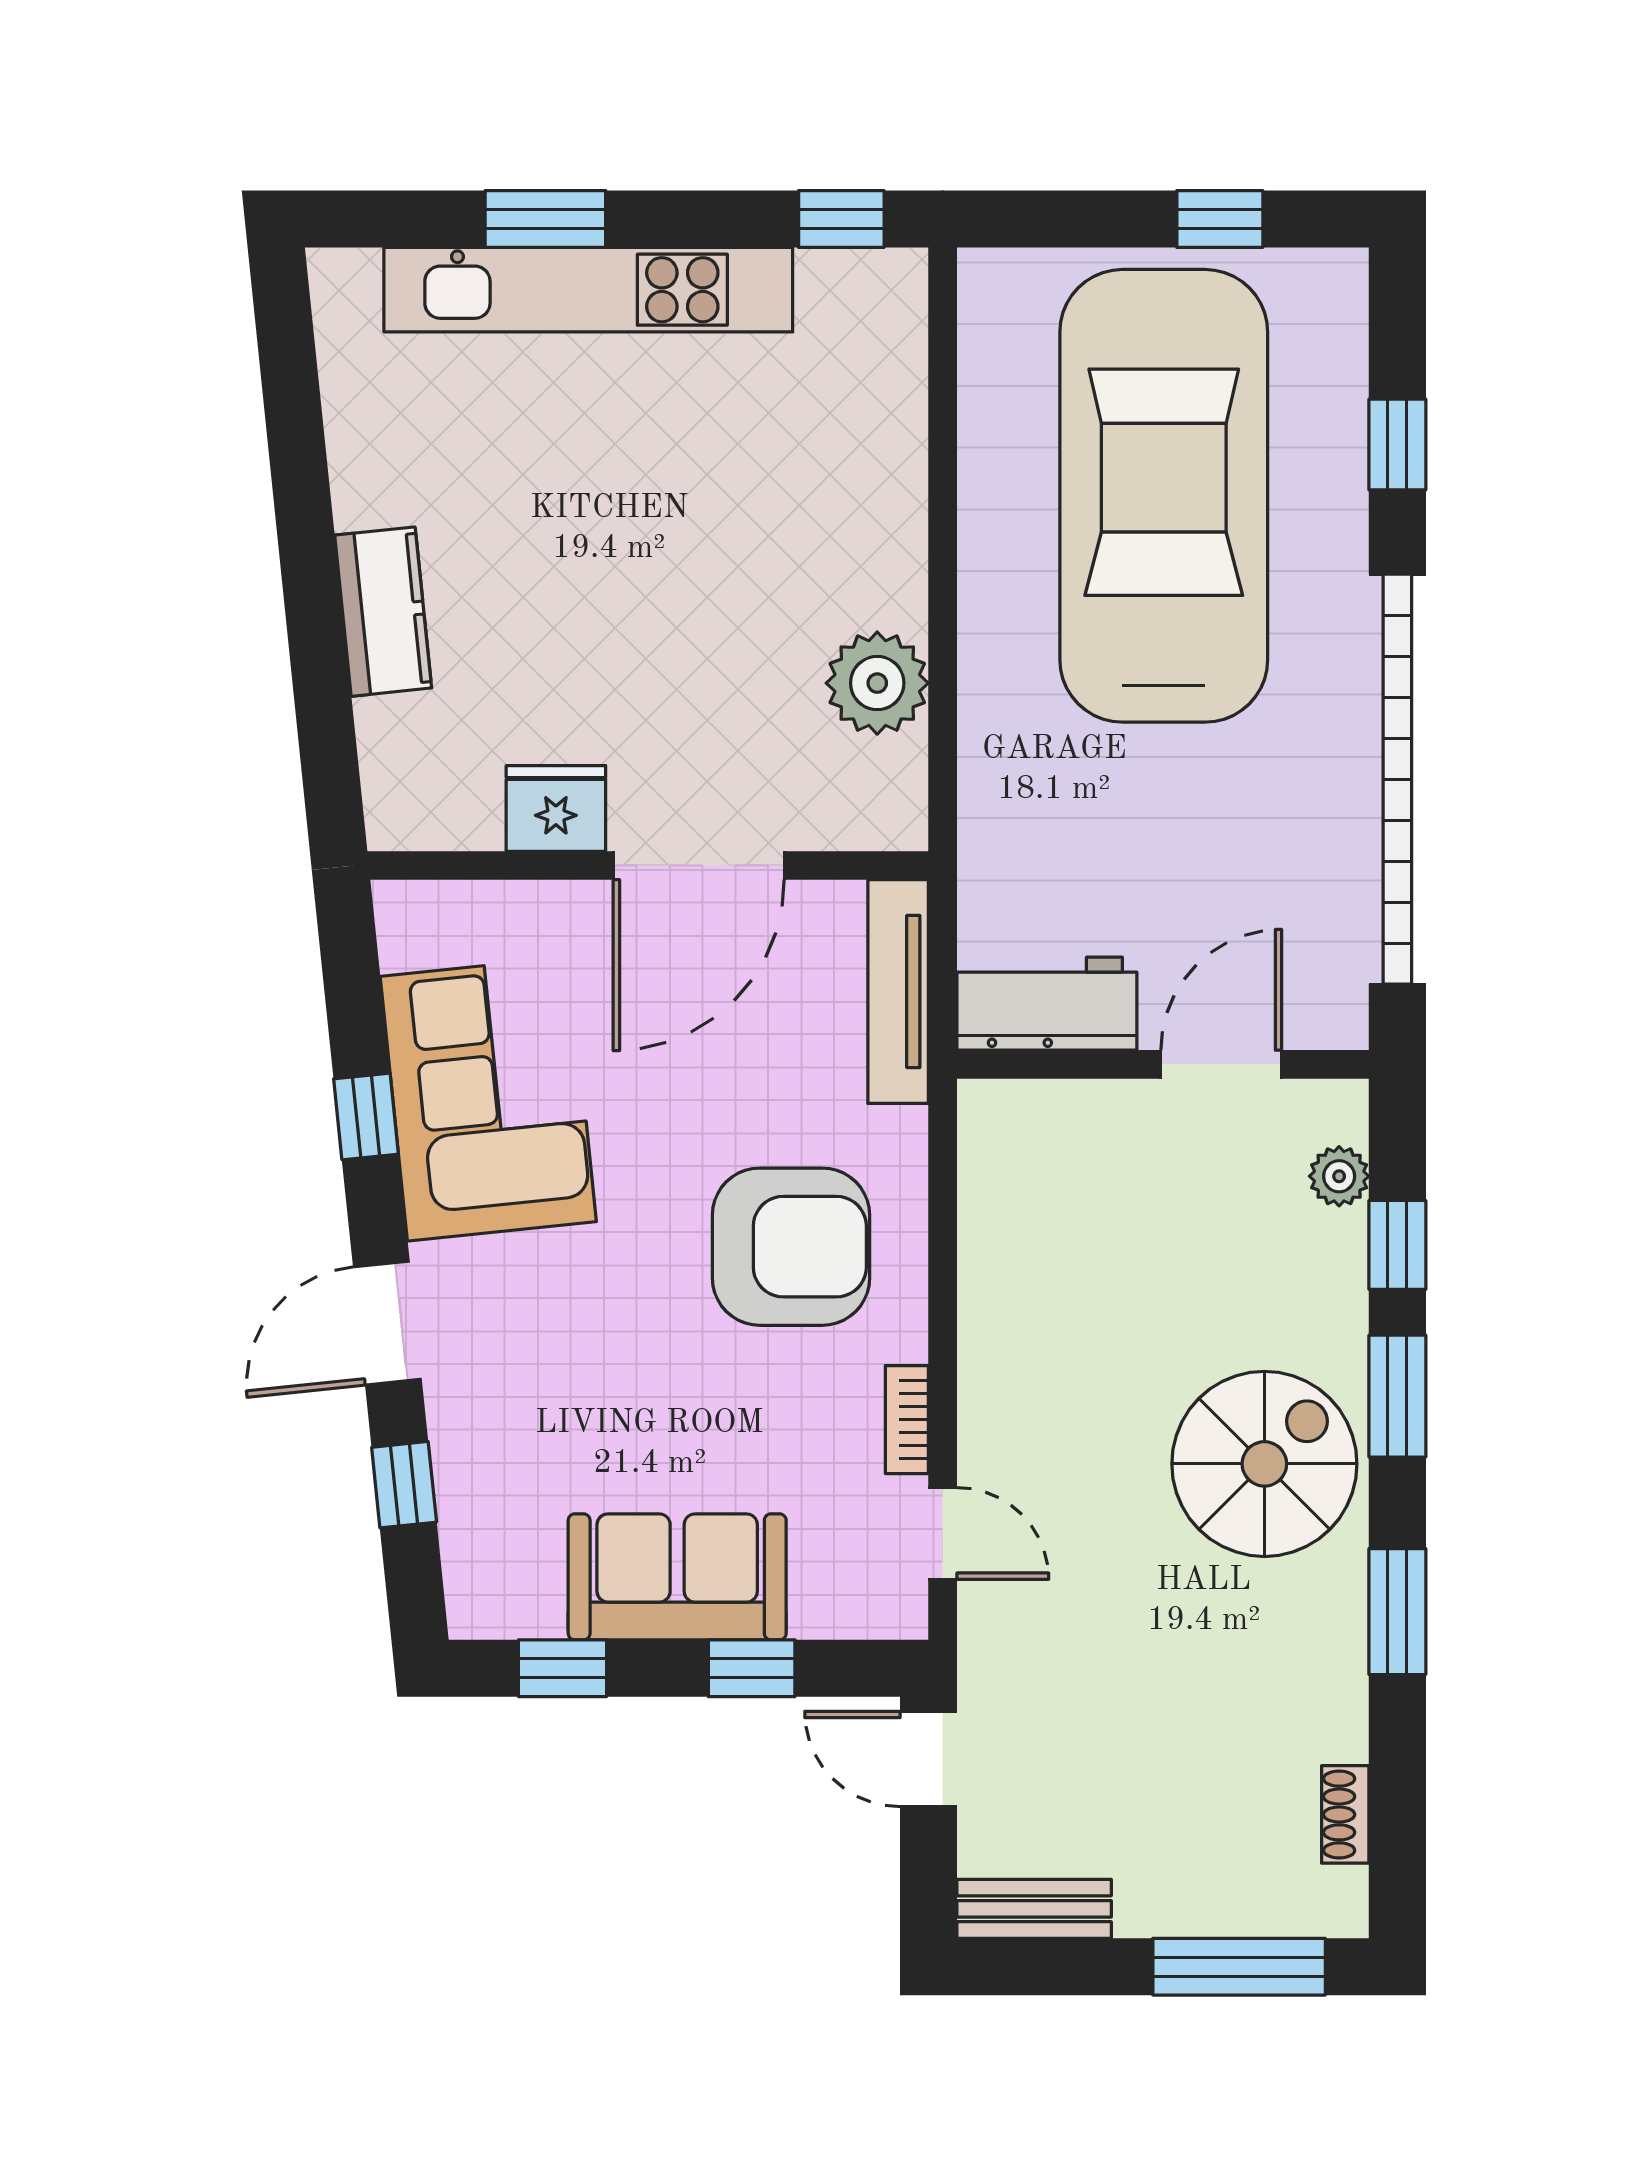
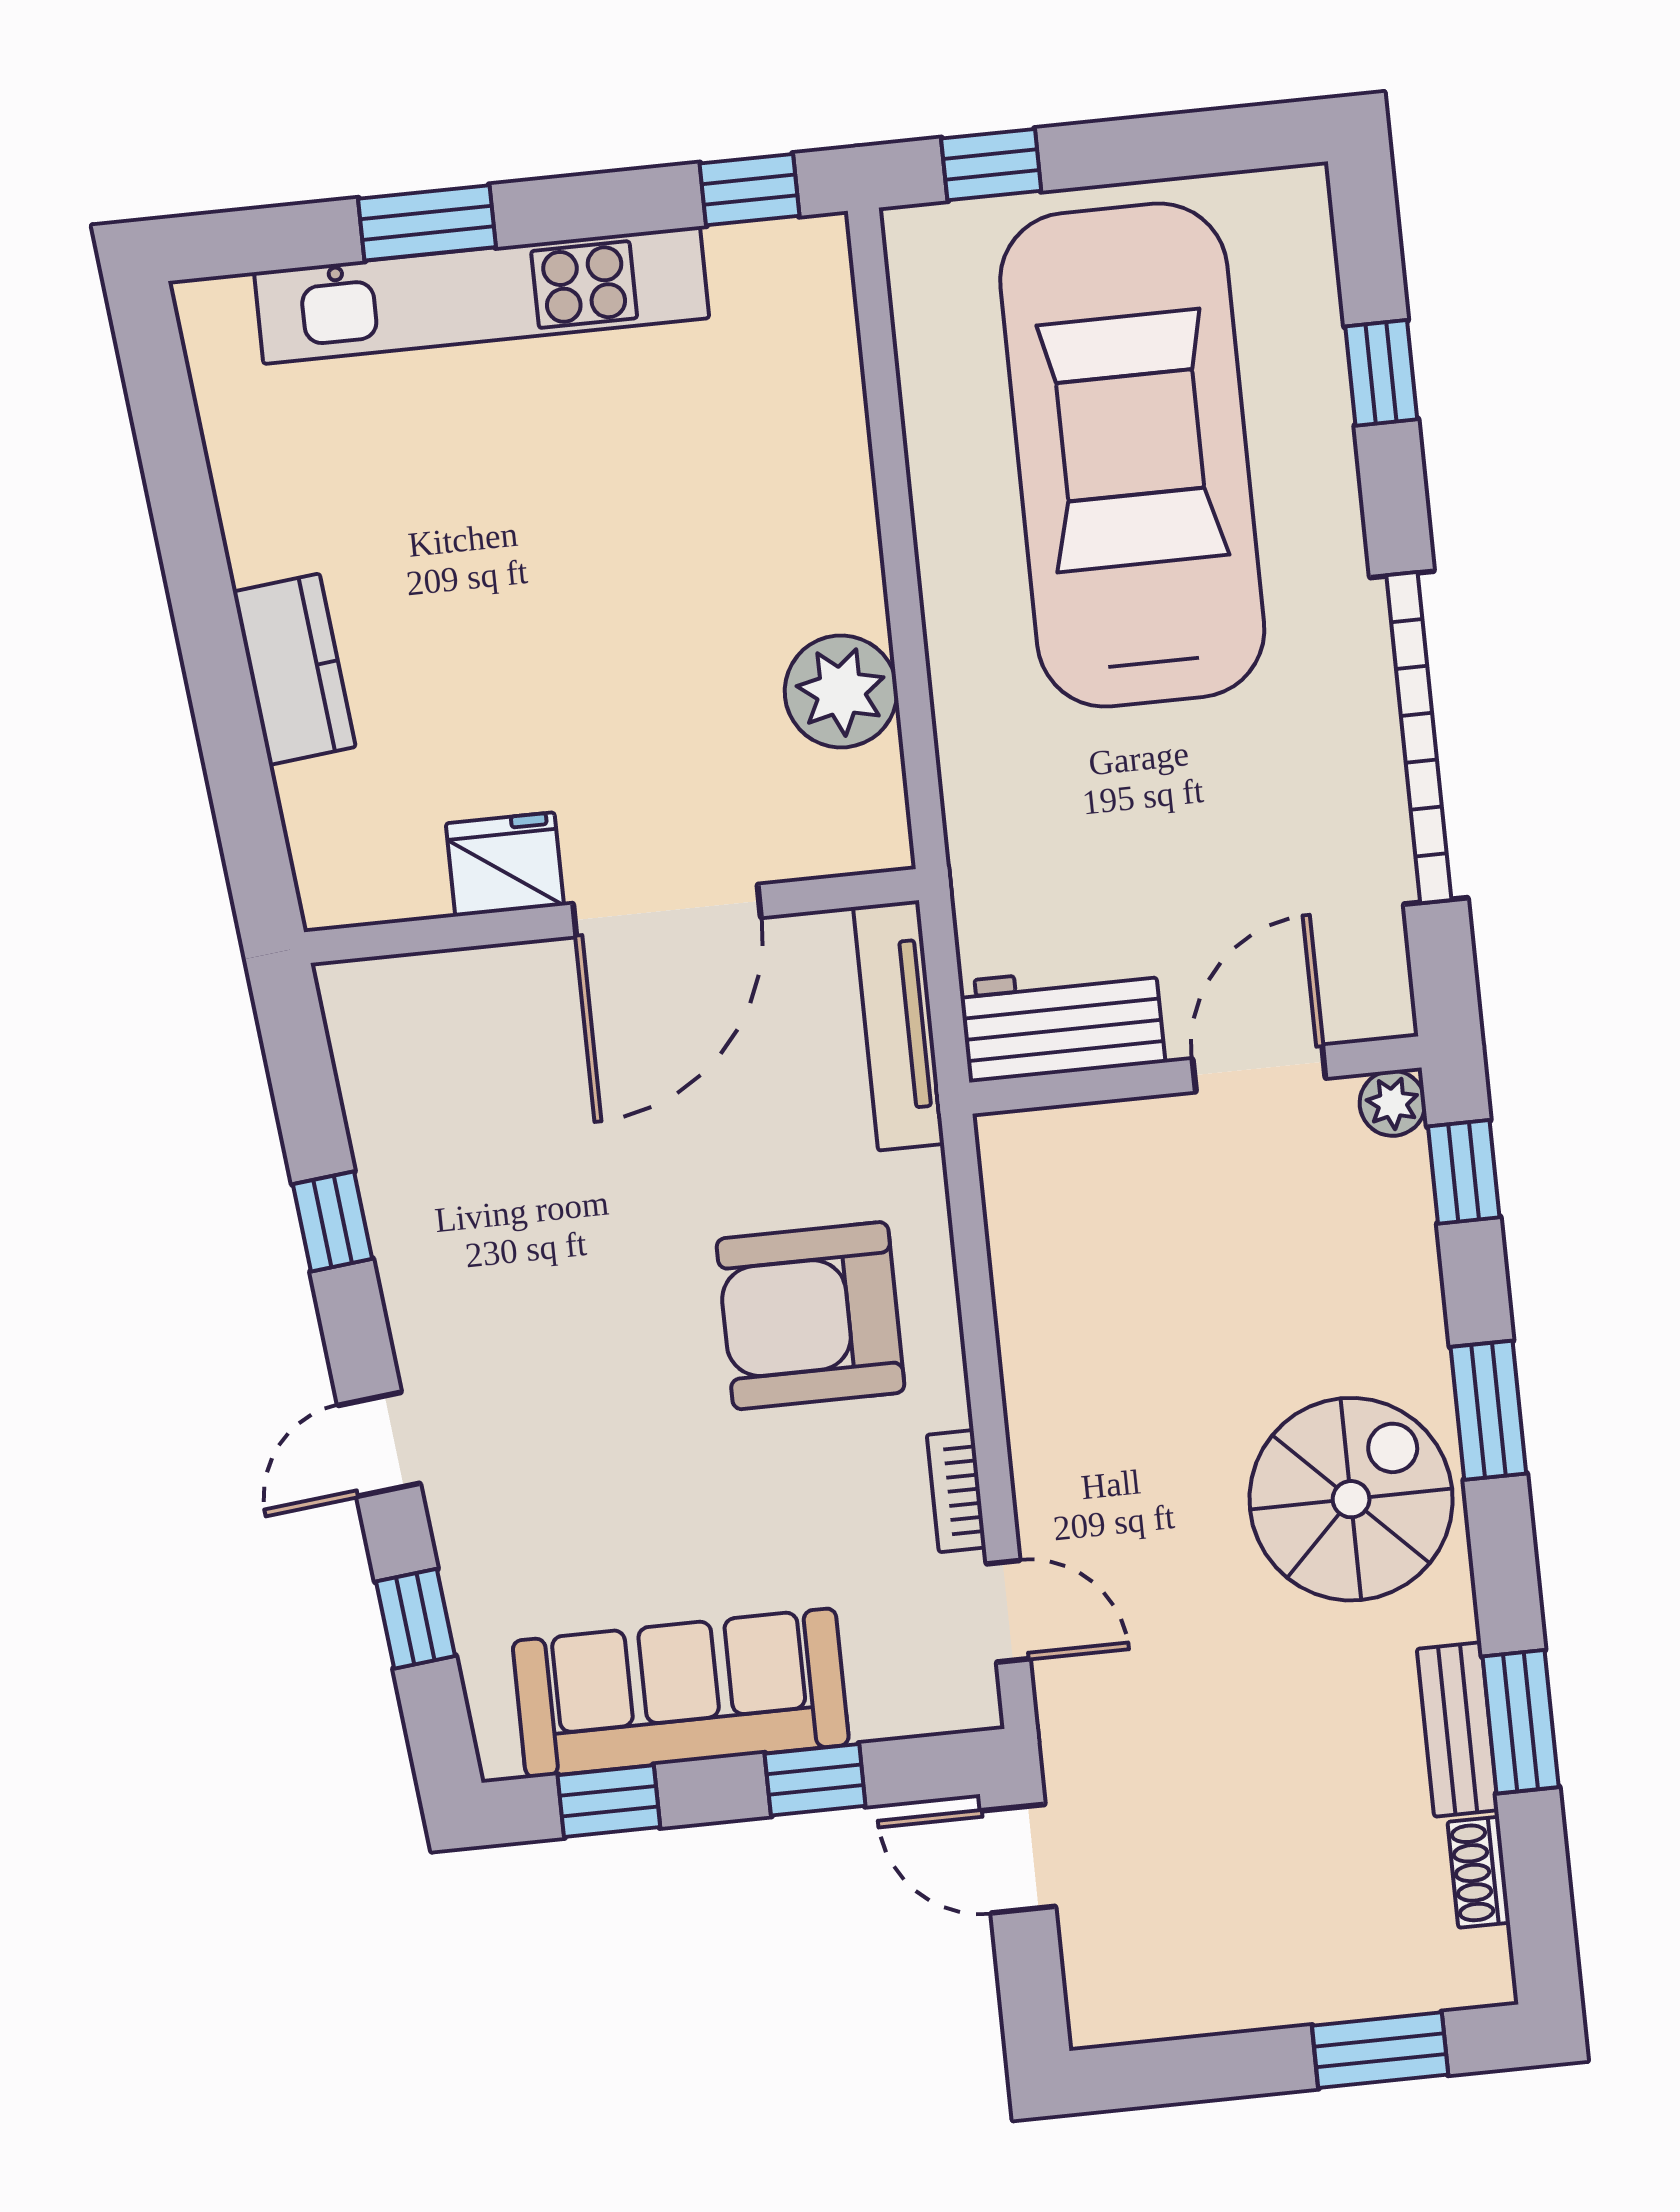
window: (1220, 219) -> (991, 165), moved
garage door: (1397, 779) -> (1419, 738), width x0.73
corner sofa: (488, 1099) -> (464, 1189), removed
plant: (1339, 1176) -> (1392, 1103), moved
window: (1397, 1245) -> (1464, 1172), moved
armchair: (791, 1247) -> (810, 1316), turned 180
door: (387, 1323) -> (379, 1444), width x0.73
sofa: (677, 1577) -> (681, 1693), width x1.36
window: (1397, 1612) -> (1521, 1722), moved
bench: (1034, 1909) -> (1458, 1729), moved, turned 90
window: (1239, 1967) -> (1380, 2050), width x0.69

